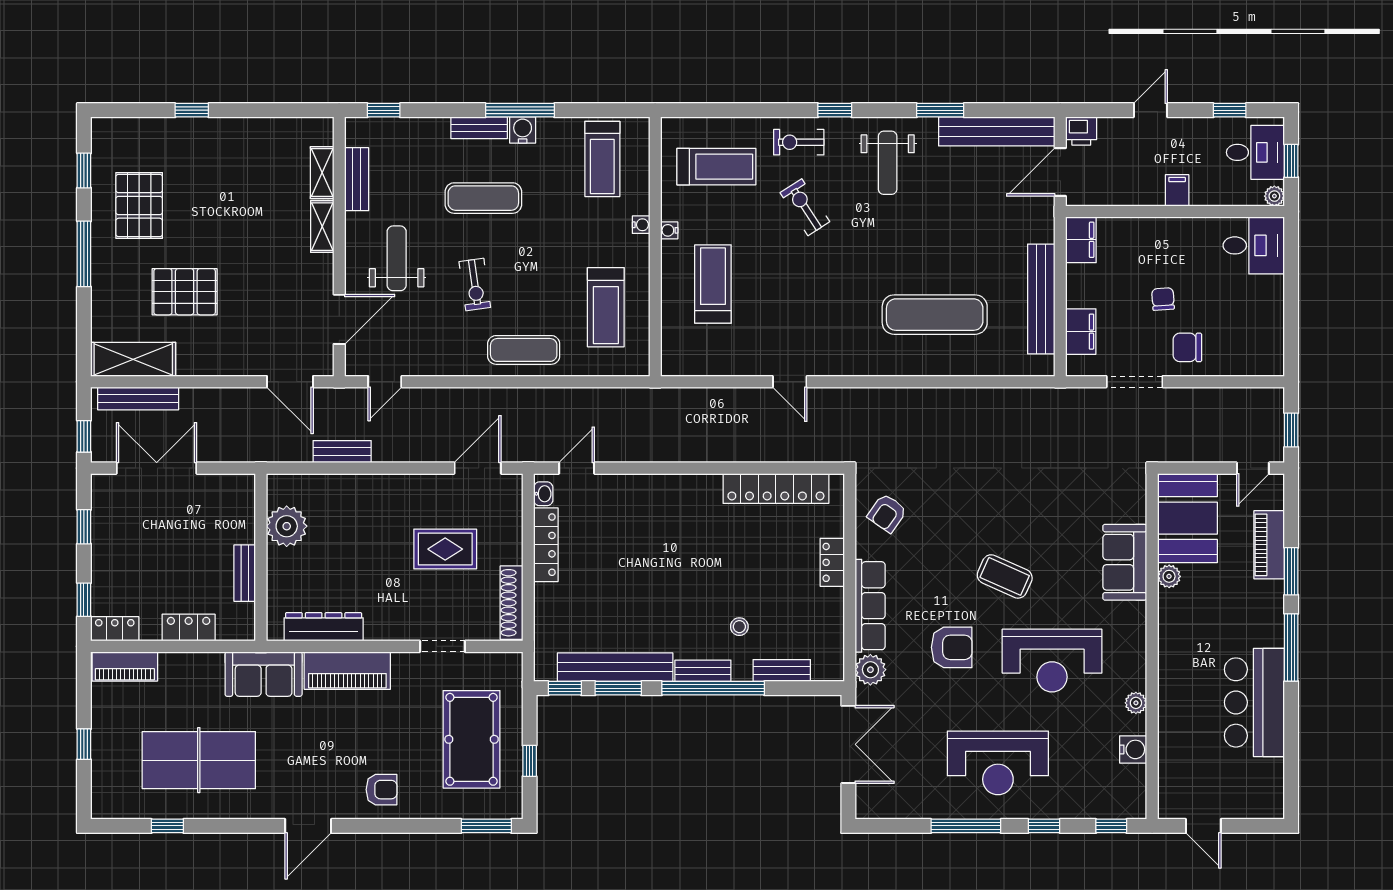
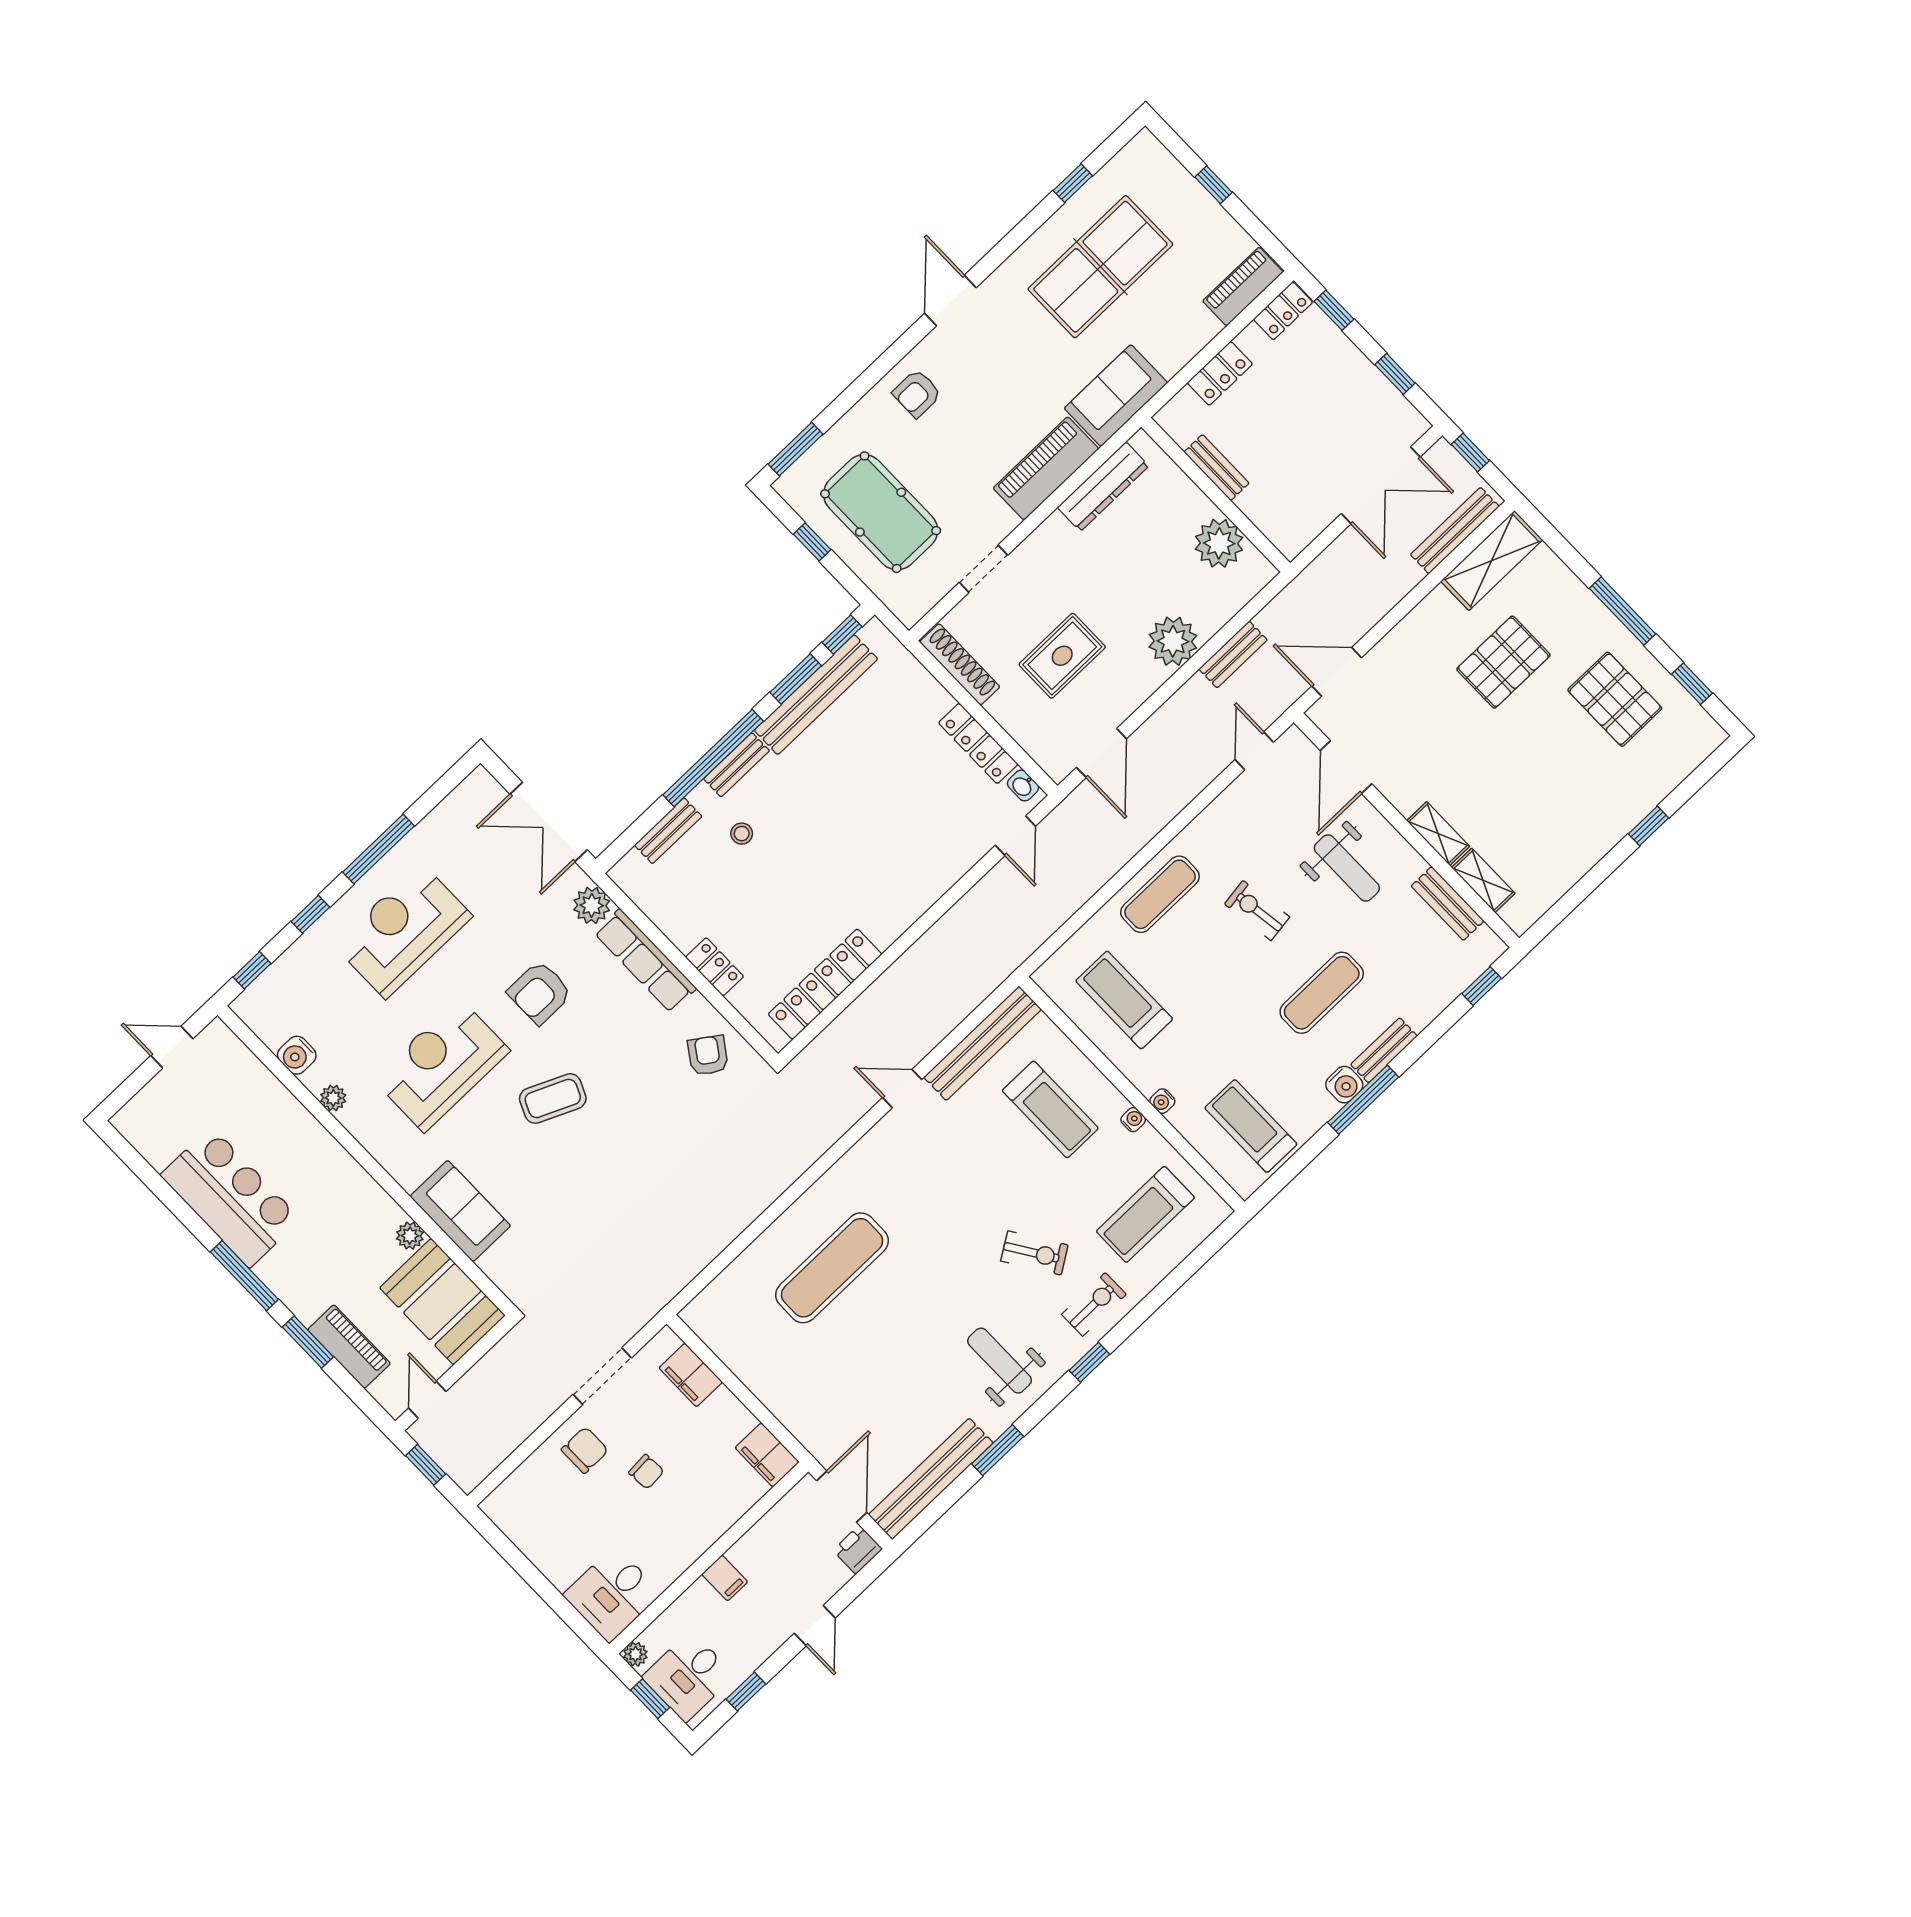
bench: (1041, 299) -> (983, 1043), moved, turned 90
plant: (371, 494) -> (1173, 641), added

